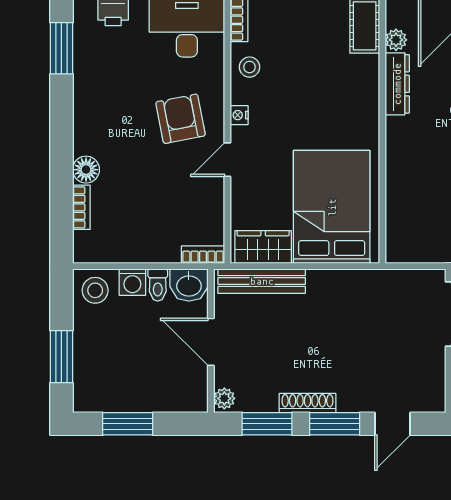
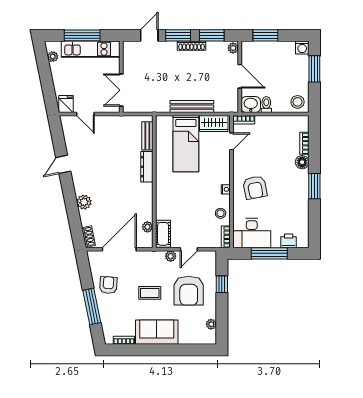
window: (61, 48) -> (314, 186), moved
dresser: (397, 84) -> (147, 167), moved
door: (227, 160) -> (232, 141), moved
bed: (332, 207) -> (186, 144), width x0.67
bench: (396, 222) -> (147, 136), added
bench: (262, 281) -> (192, 107), moved
washing machine: (132, 282) -> (302, 47), moved, turned 180
window: (128, 424) -> (265, 35), moved

